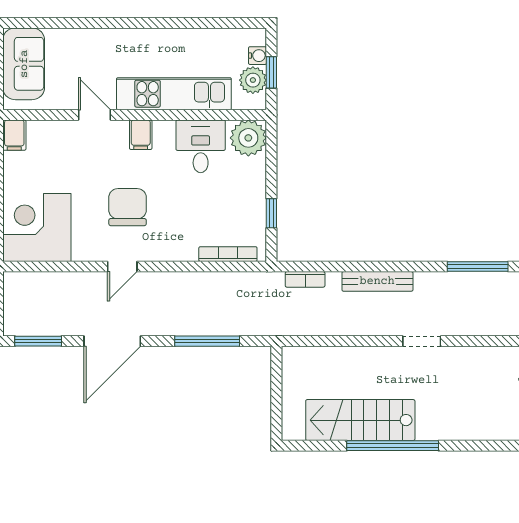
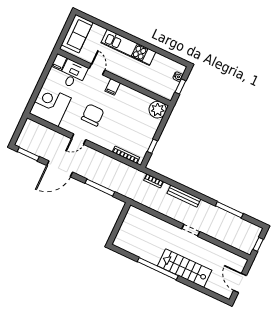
plant: (253, 80) -> (171, 86), removed
kitchen unit: (174, 94) -> (128, 47), moved, turned 180
desk: (201, 146) -> (73, 74), moved
stairs: (360, 420) -> (185, 268), moved

